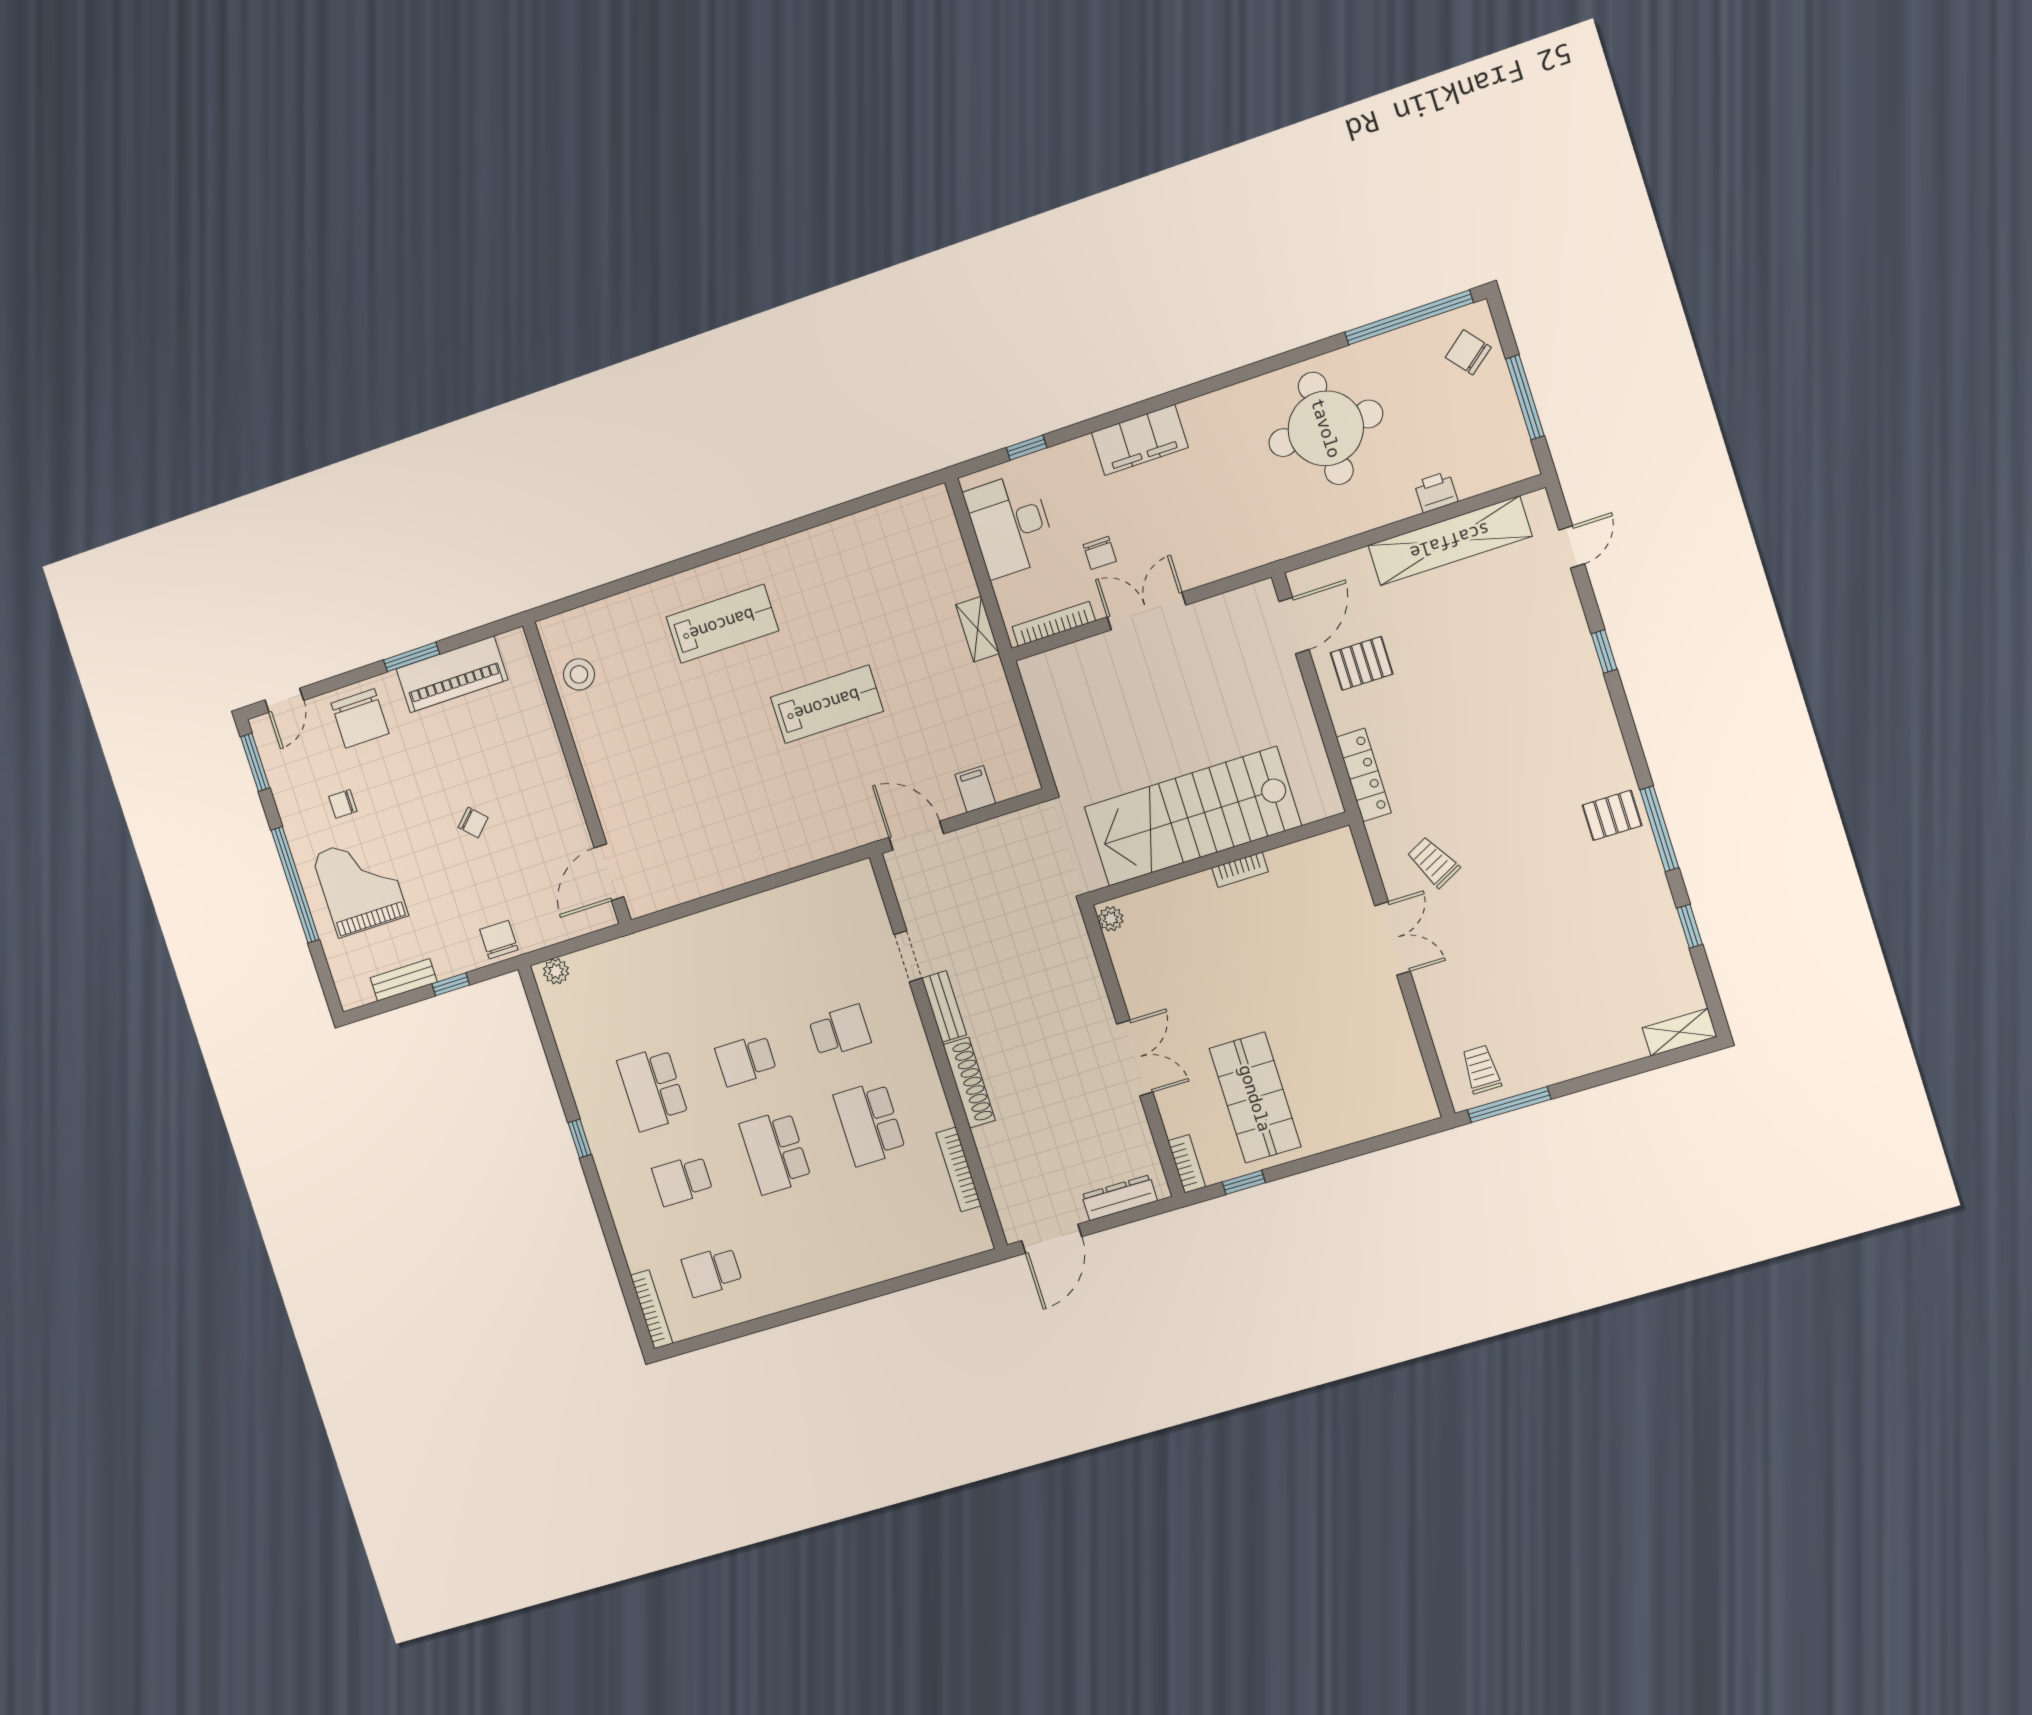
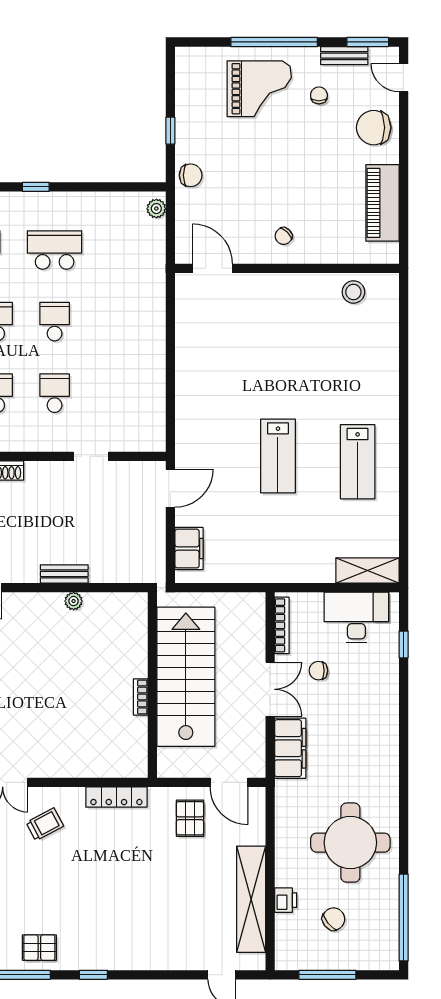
chair: (1468, 352) -> (334, 919), moved
filing cabinet: (1140, 440) -> (290, 748), moved, turned 180
lab bench: (722, 624) -> (358, 462), moved
shelving: (978, 629) -> (367, 570), moved, width x1.50, depth x1.33
window: (1604, 651) -> (93, 975), moved
window: (412, 657) -> (404, 178), removed
filing cabinet: (975, 789) -> (189, 549), width x2.00
pallet: (1612, 815) -> (39, 948), turned 90
stairs: (1193, 816) -> (186, 677), moved
chair: (473, 822) -> (284, 236), moved
wall: (1218, 859) -> (152, 685), moved
bookcase: (1240, 870) -> (141, 697), moved
bench: (404, 980) -> (344, 56), moved, turned 90
bench: (944, 1006) -> (64, 574), moved
school desk: (840, 1031) -> (55, 393), turned 180

